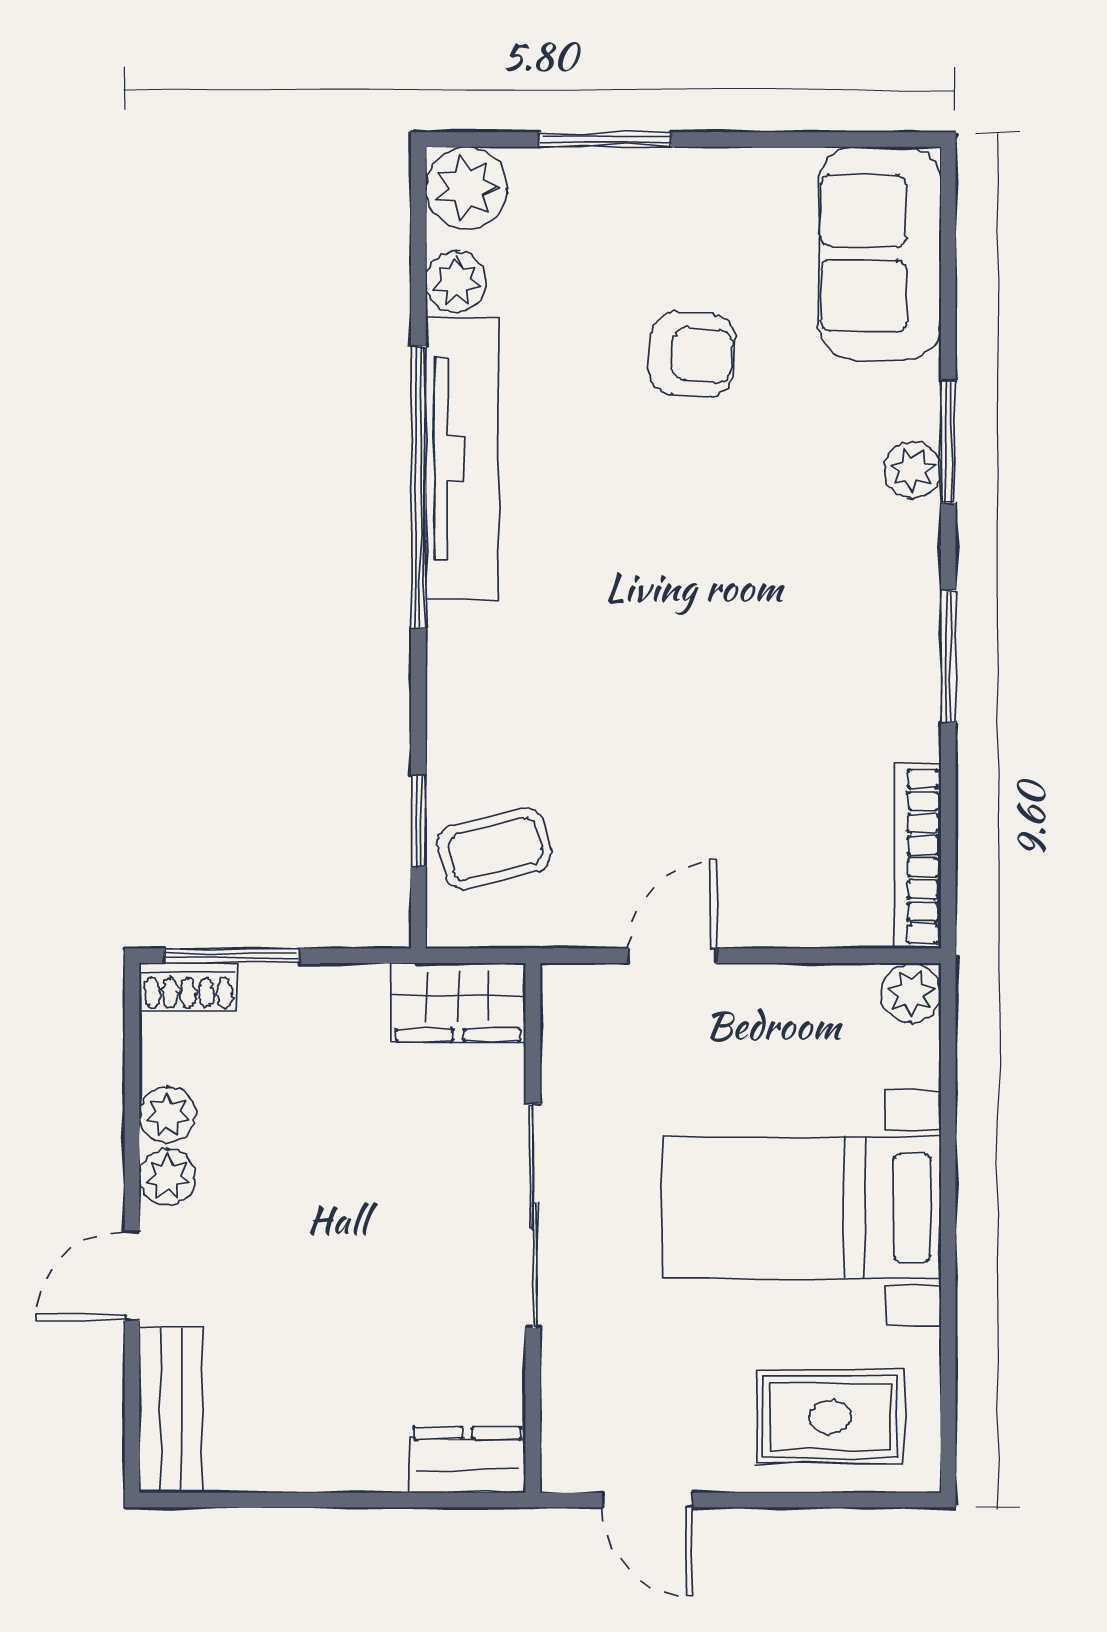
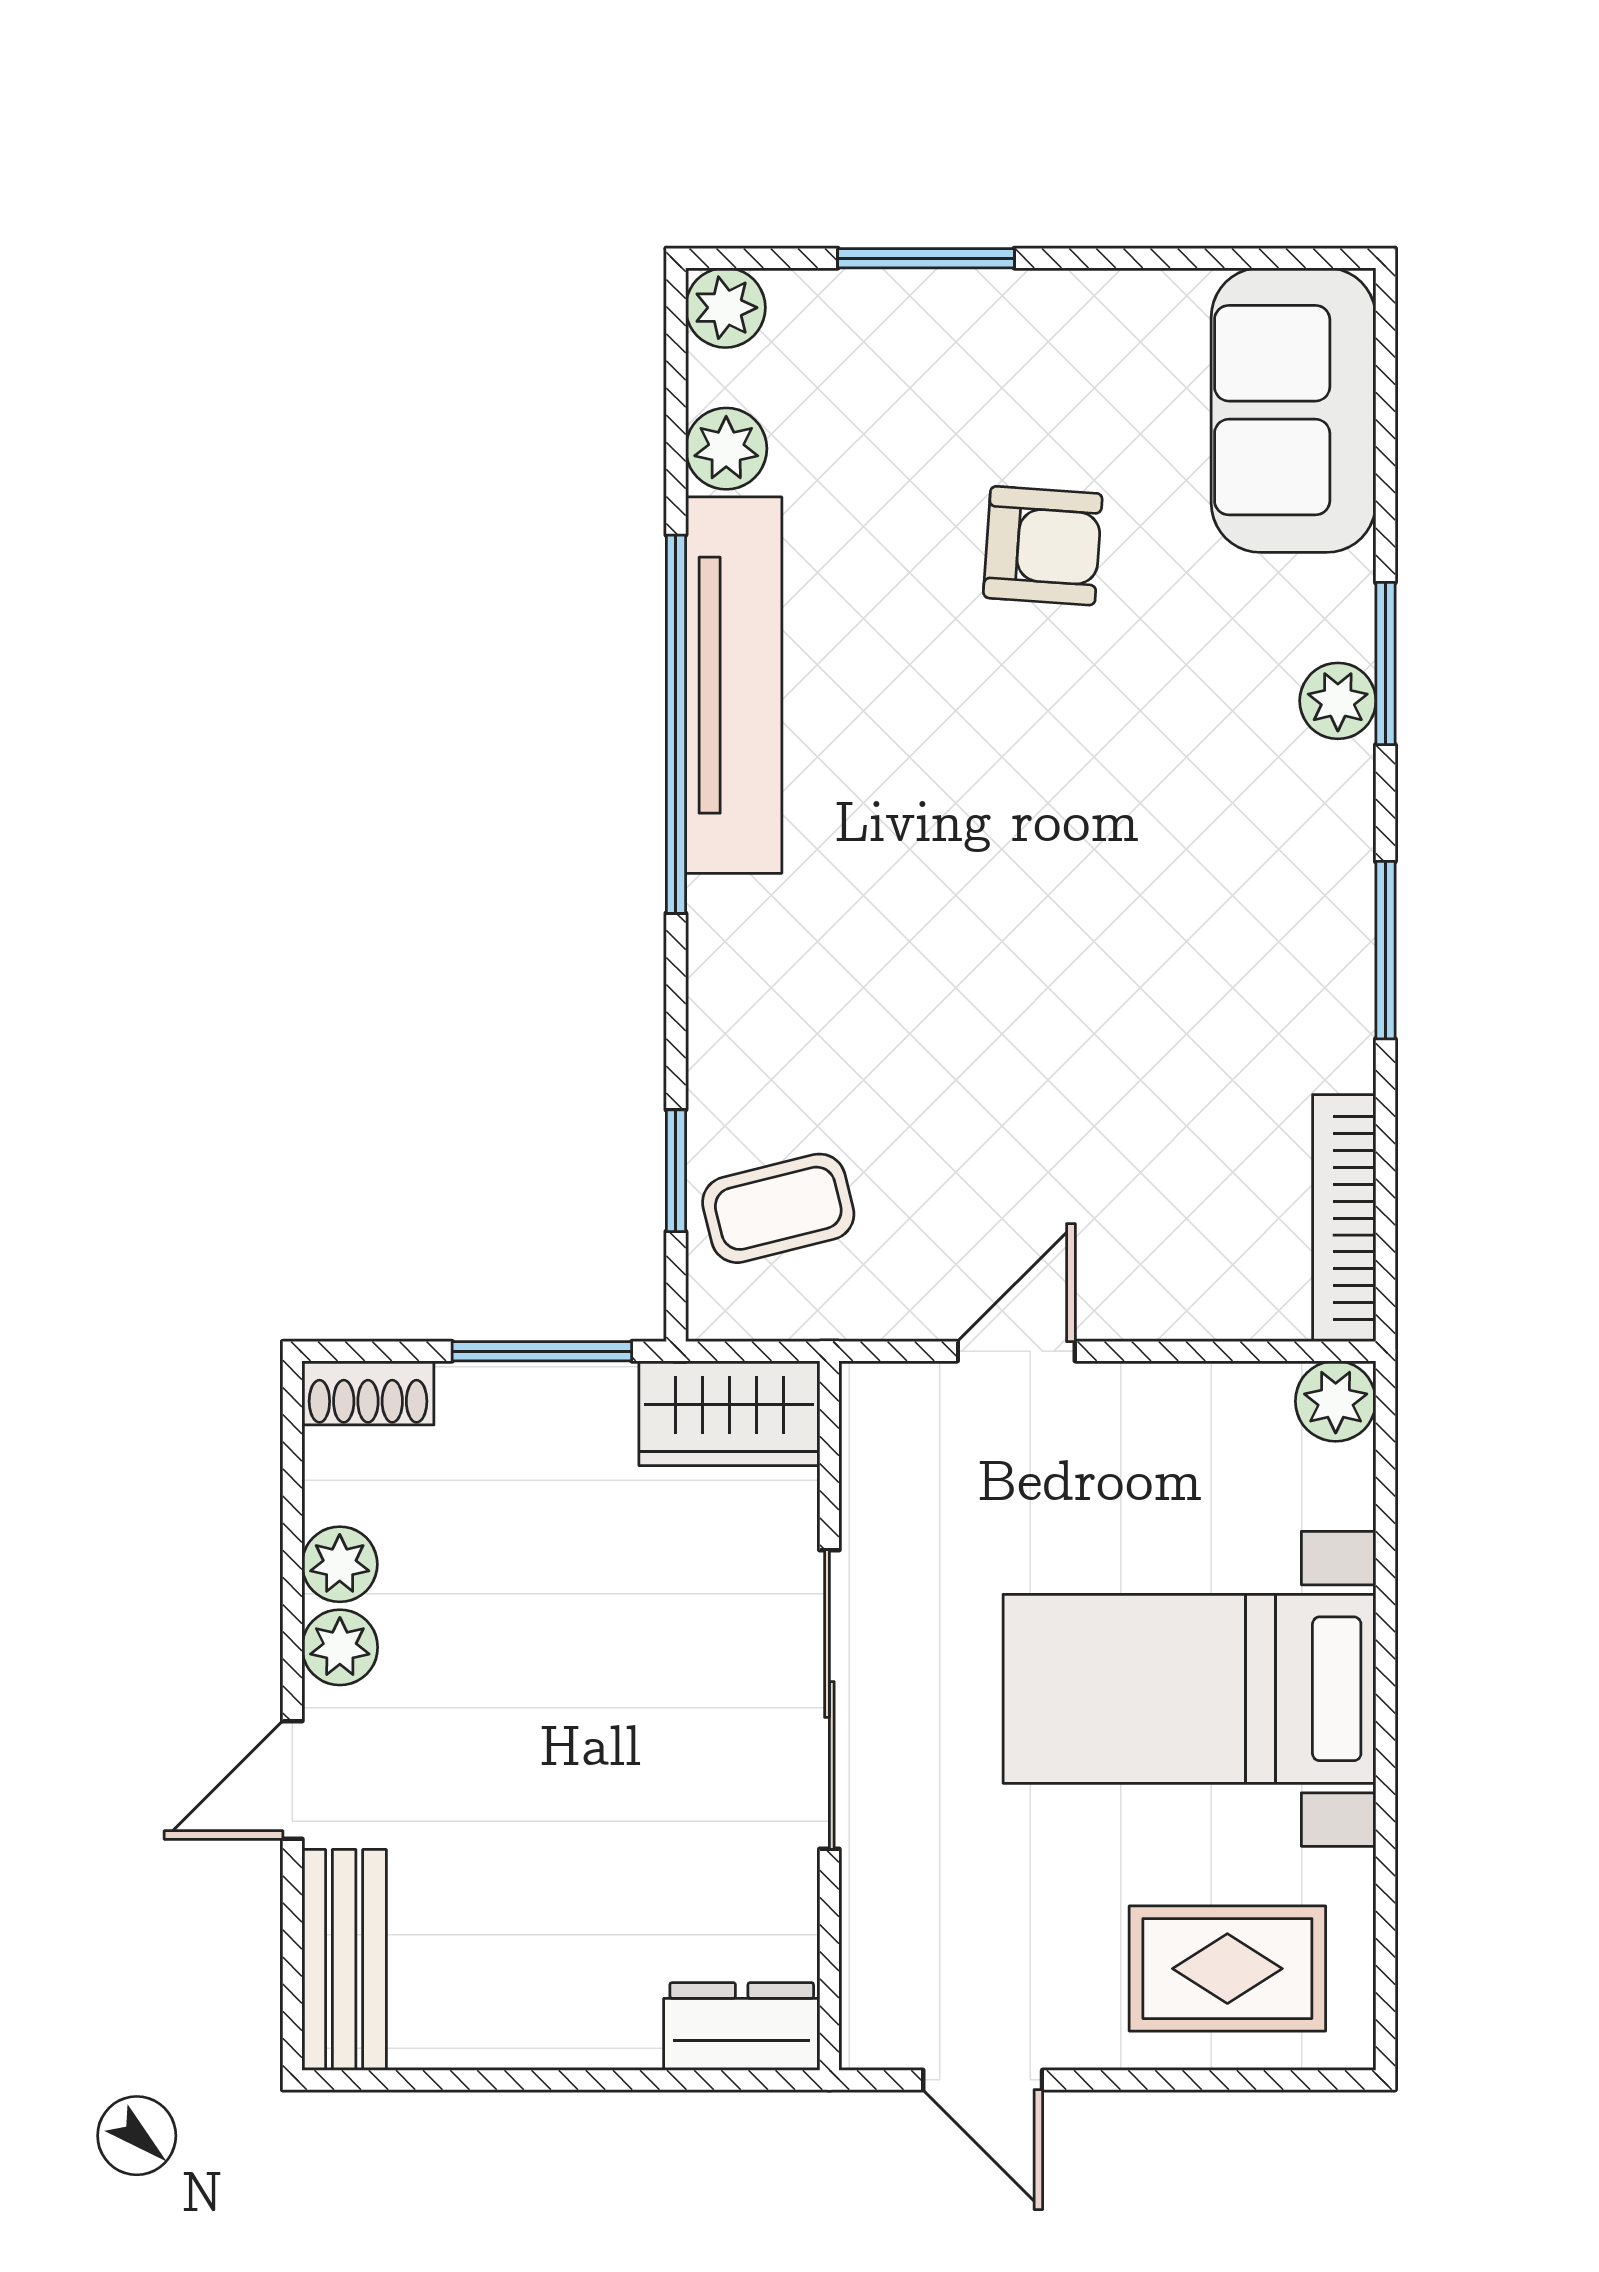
plant: (466, 188) -> (725, 308), width x0.73, depth x0.73
window: (231, 956) -> (542, 1351), moved

